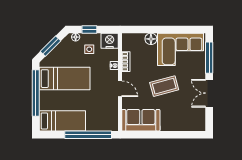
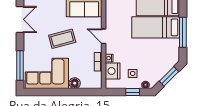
nightstand: (110, 41) -> (113, 71), moved, turned 90
bed: (65, 79) -> (156, 27), moved
window: (36, 93) -> (183, 32), width x0.68
double door: (209, 93) -> (20, 19), moved

